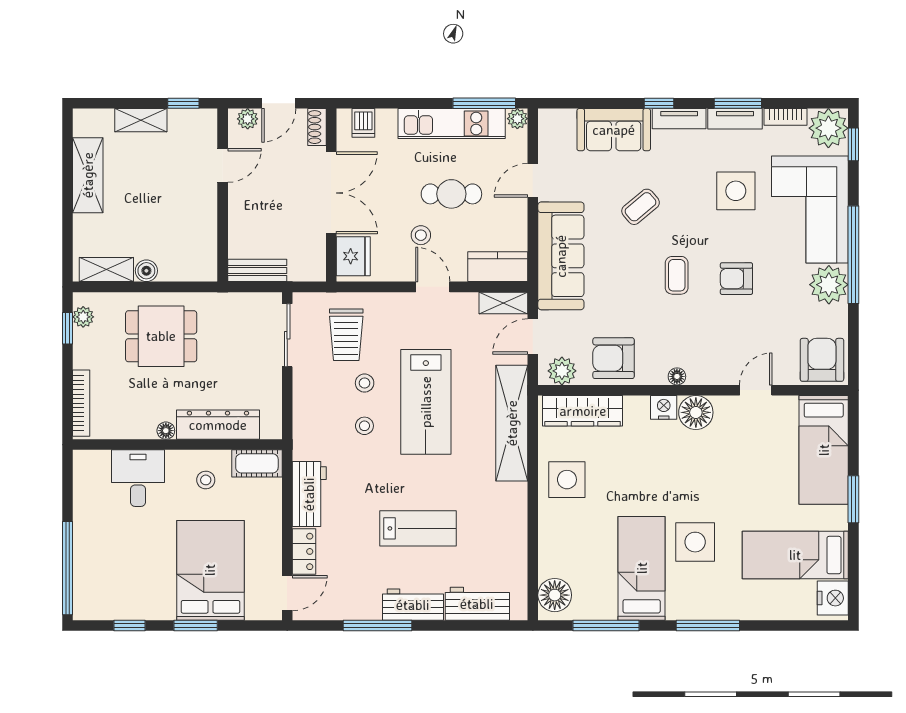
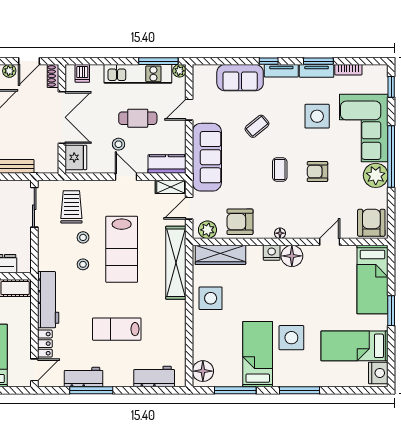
plant: (828, 128) -> (375, 77), removed
trolley: (346, 335) -> (71, 207), turned 180
workbench: (309, 494) -> (48, 300), width x1.38
lab bench: (418, 528) -> (117, 329), turned 180
workbench: (413, 605) -> (84, 377), moved

